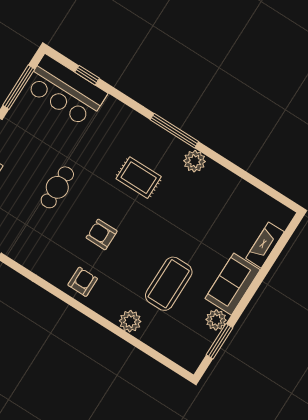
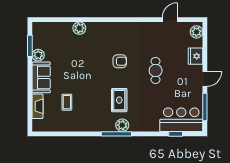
plant: (195, 161) -> (122, 125), moved
rug: (139, 178) -> (119, 100), turned 90
armchair: (83, 282) -> (114, 33), removed
coffee table: (169, 284) -> (67, 102), moved, width x0.54, depth x0.58

